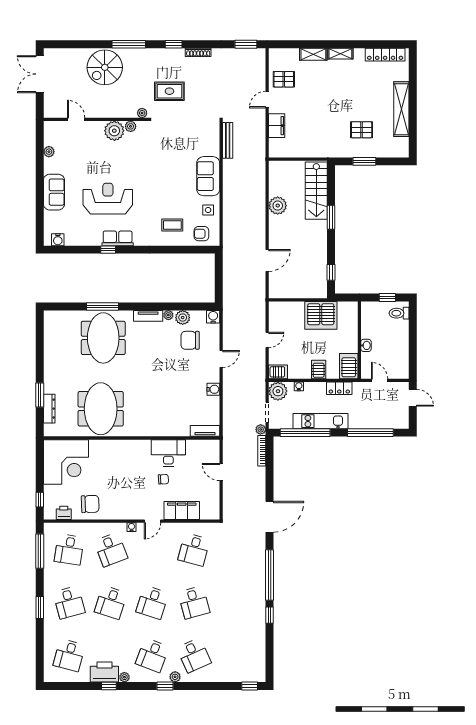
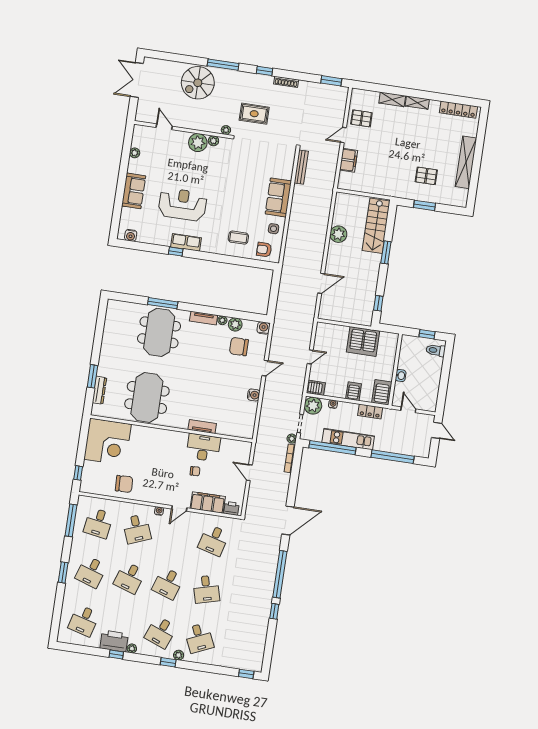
tv unit: (205, 431) -> (202, 427), moved
printer: (64, 513) -> (231, 508), moved
desk: (69, 602) -> (91, 572), turned 33

